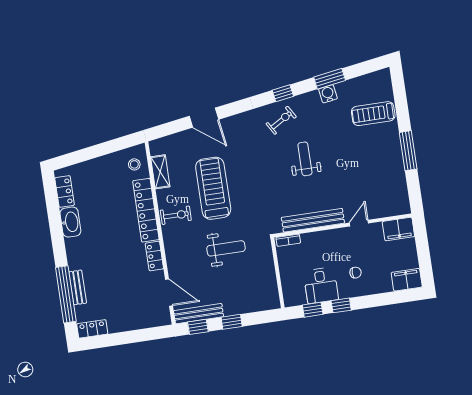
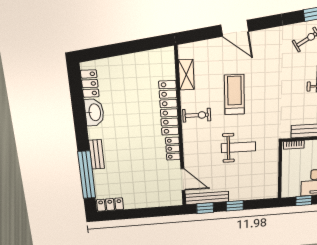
stool: (134, 164) -> (162, 65), removed
treadmill: (213, 188) -> (234, 95), width x0.73, depth x0.73
bench: (78, 287) -> (97, 154), moved

